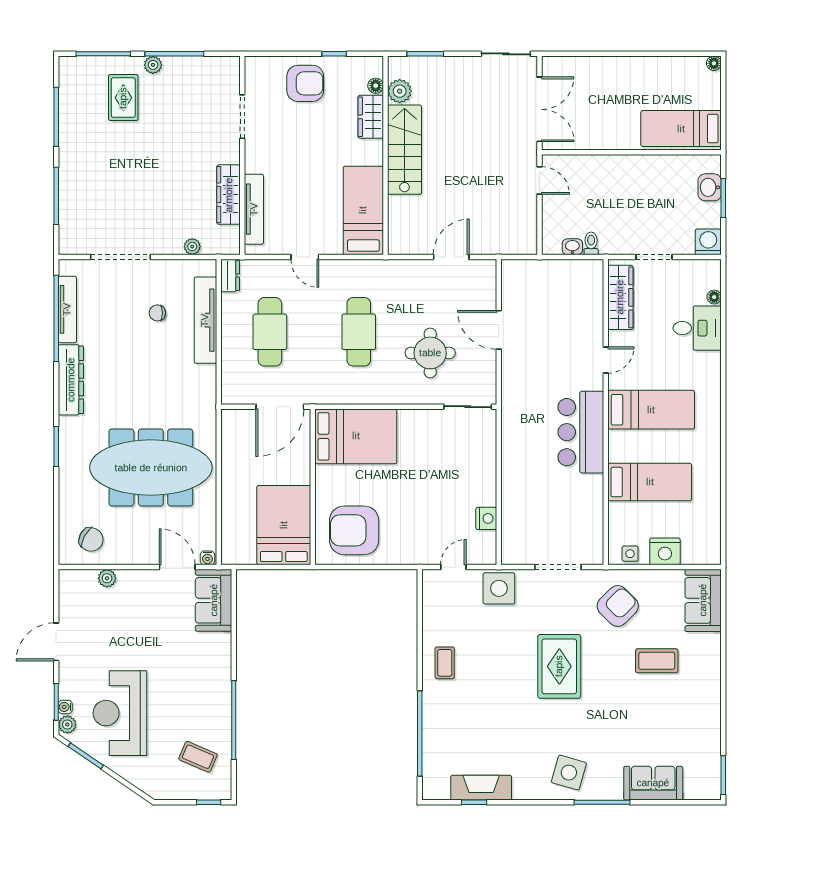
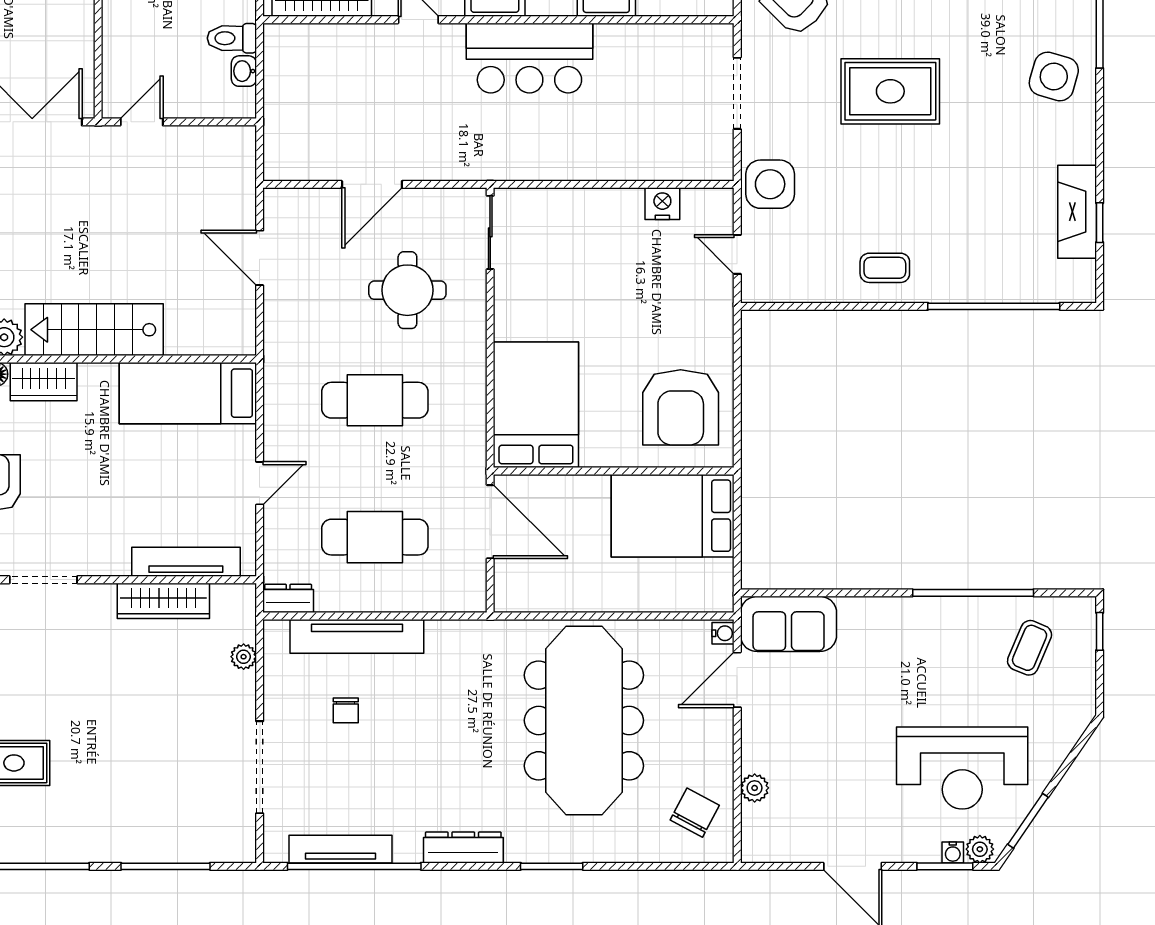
toilet: (591, 243) -> (232, 38), width x1.37, depth x1.39
dresser: (71, 380) -> (463, 847), width x0.73, depth x0.80

